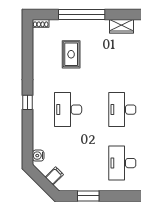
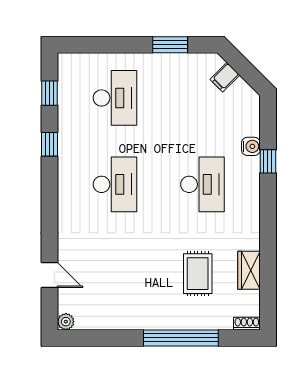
wardrobe: (122, 26) -> (249, 270), moved, turned -90
window: (28, 102) -> (268, 161), moved
water cooler: (38, 156) -> (251, 146), moved

